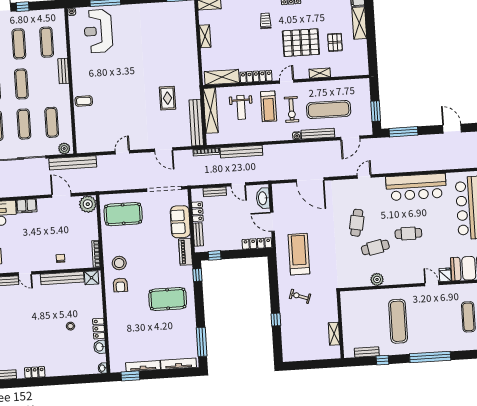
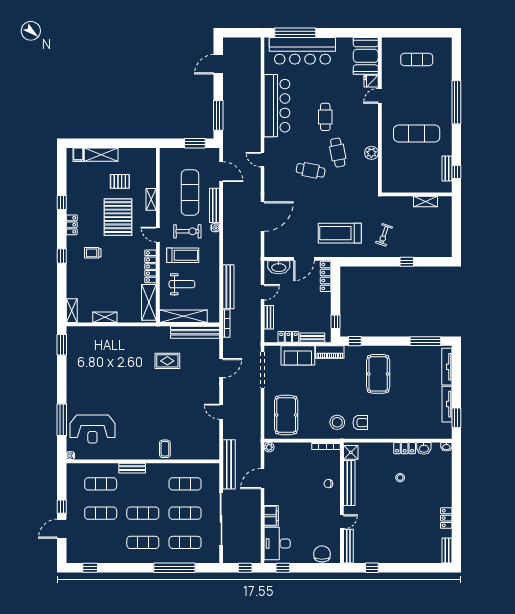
plant: (64, 148) -> (213, 472), removed
plant: (88, 204) -> (269, 447), width x0.53, depth x0.53
window: (382, 360) -> (456, 172), moved

